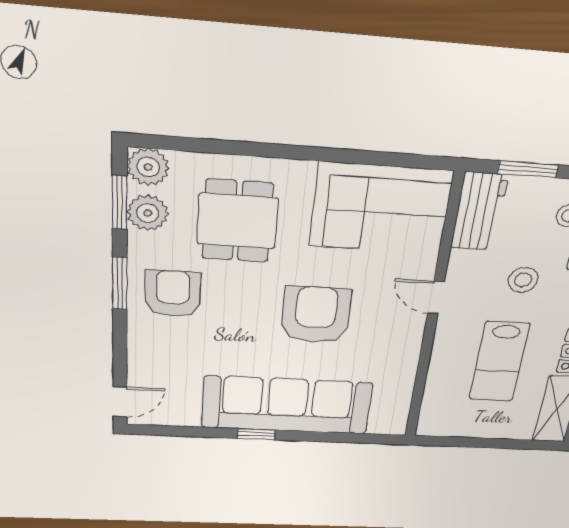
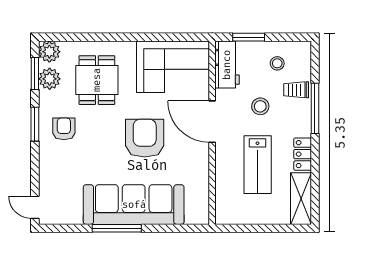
armchair: (173, 294) -> (64, 129), width x0.72, depth x0.72
door: (436, 298) -> (212, 122), width x1.87
door: (120, 402) -> (35, 207), swing flipped
window: (256, 434) -> (117, 228), width x2.17

